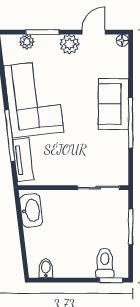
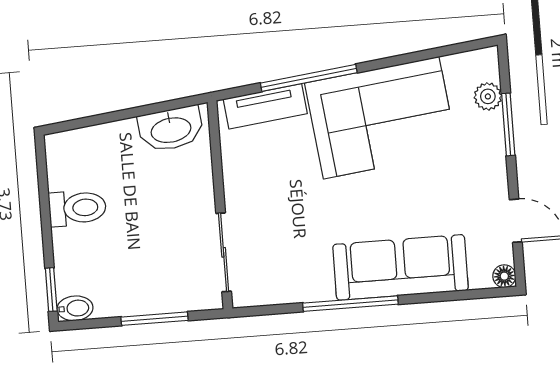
plant: (70, 44) -> (490, 177), removed
sofa: (114, 104) -> (401, 267), width x1.36
toilet: (105, 263) -> (77, 208), moved
bidet: (46, 268) -> (75, 308), moved

